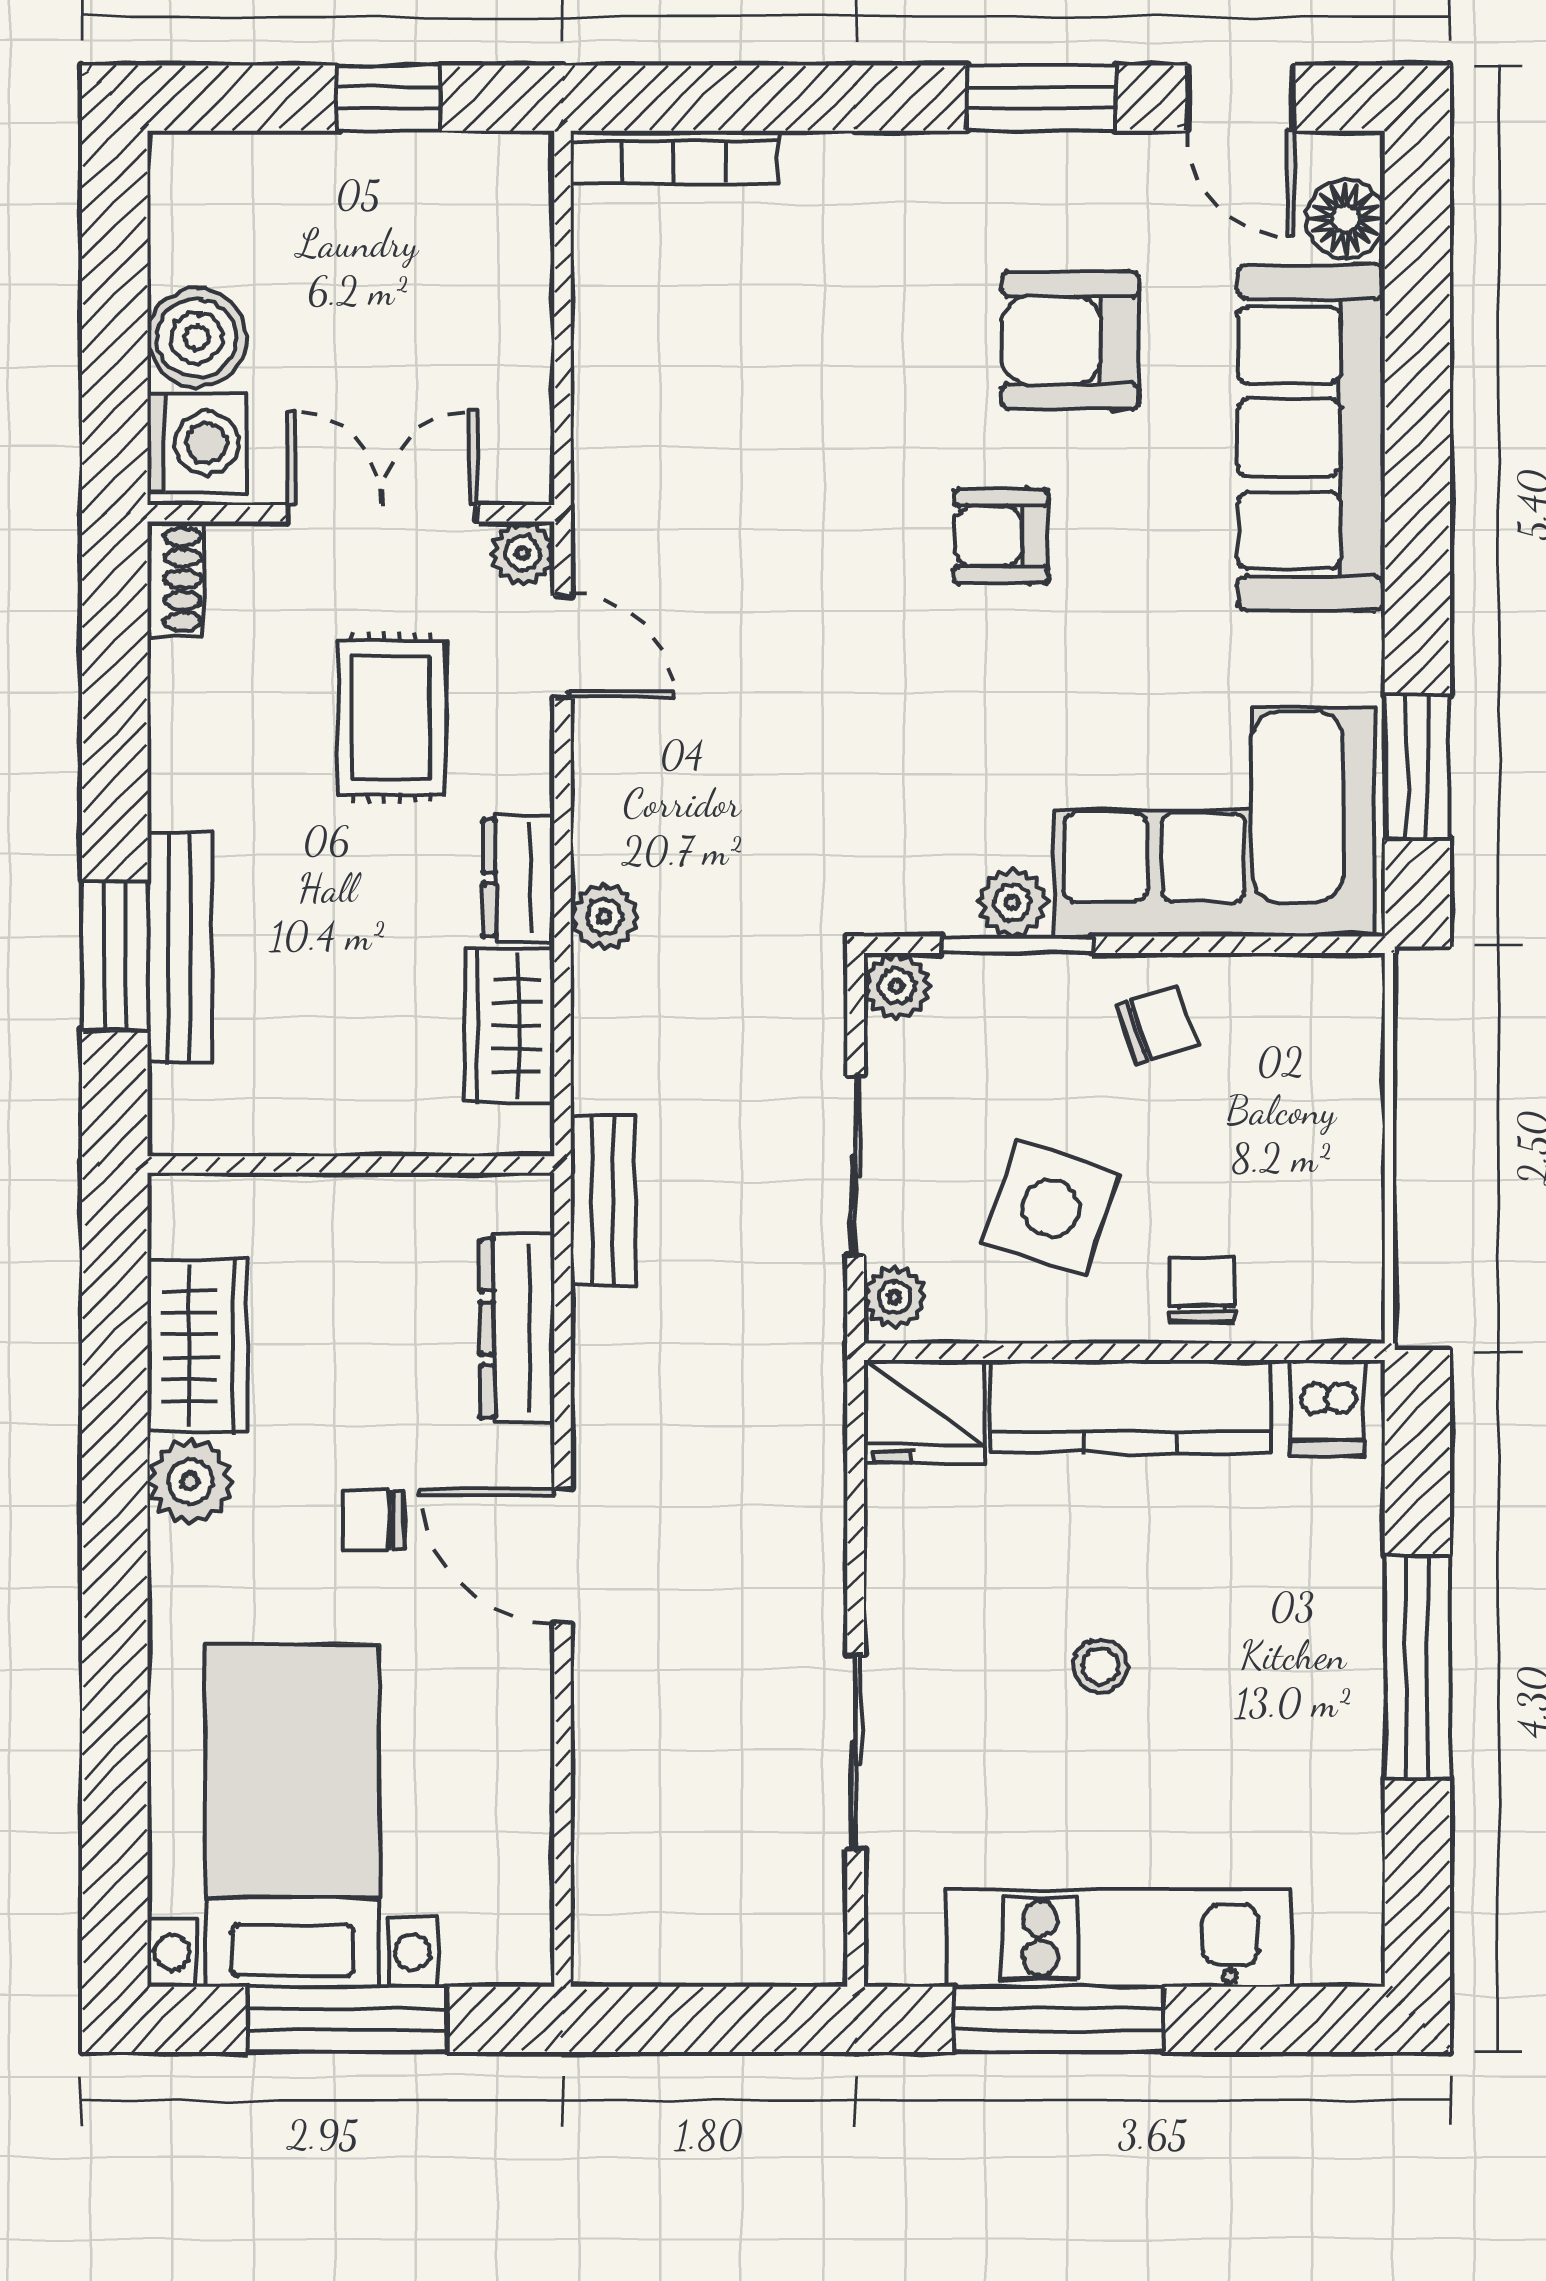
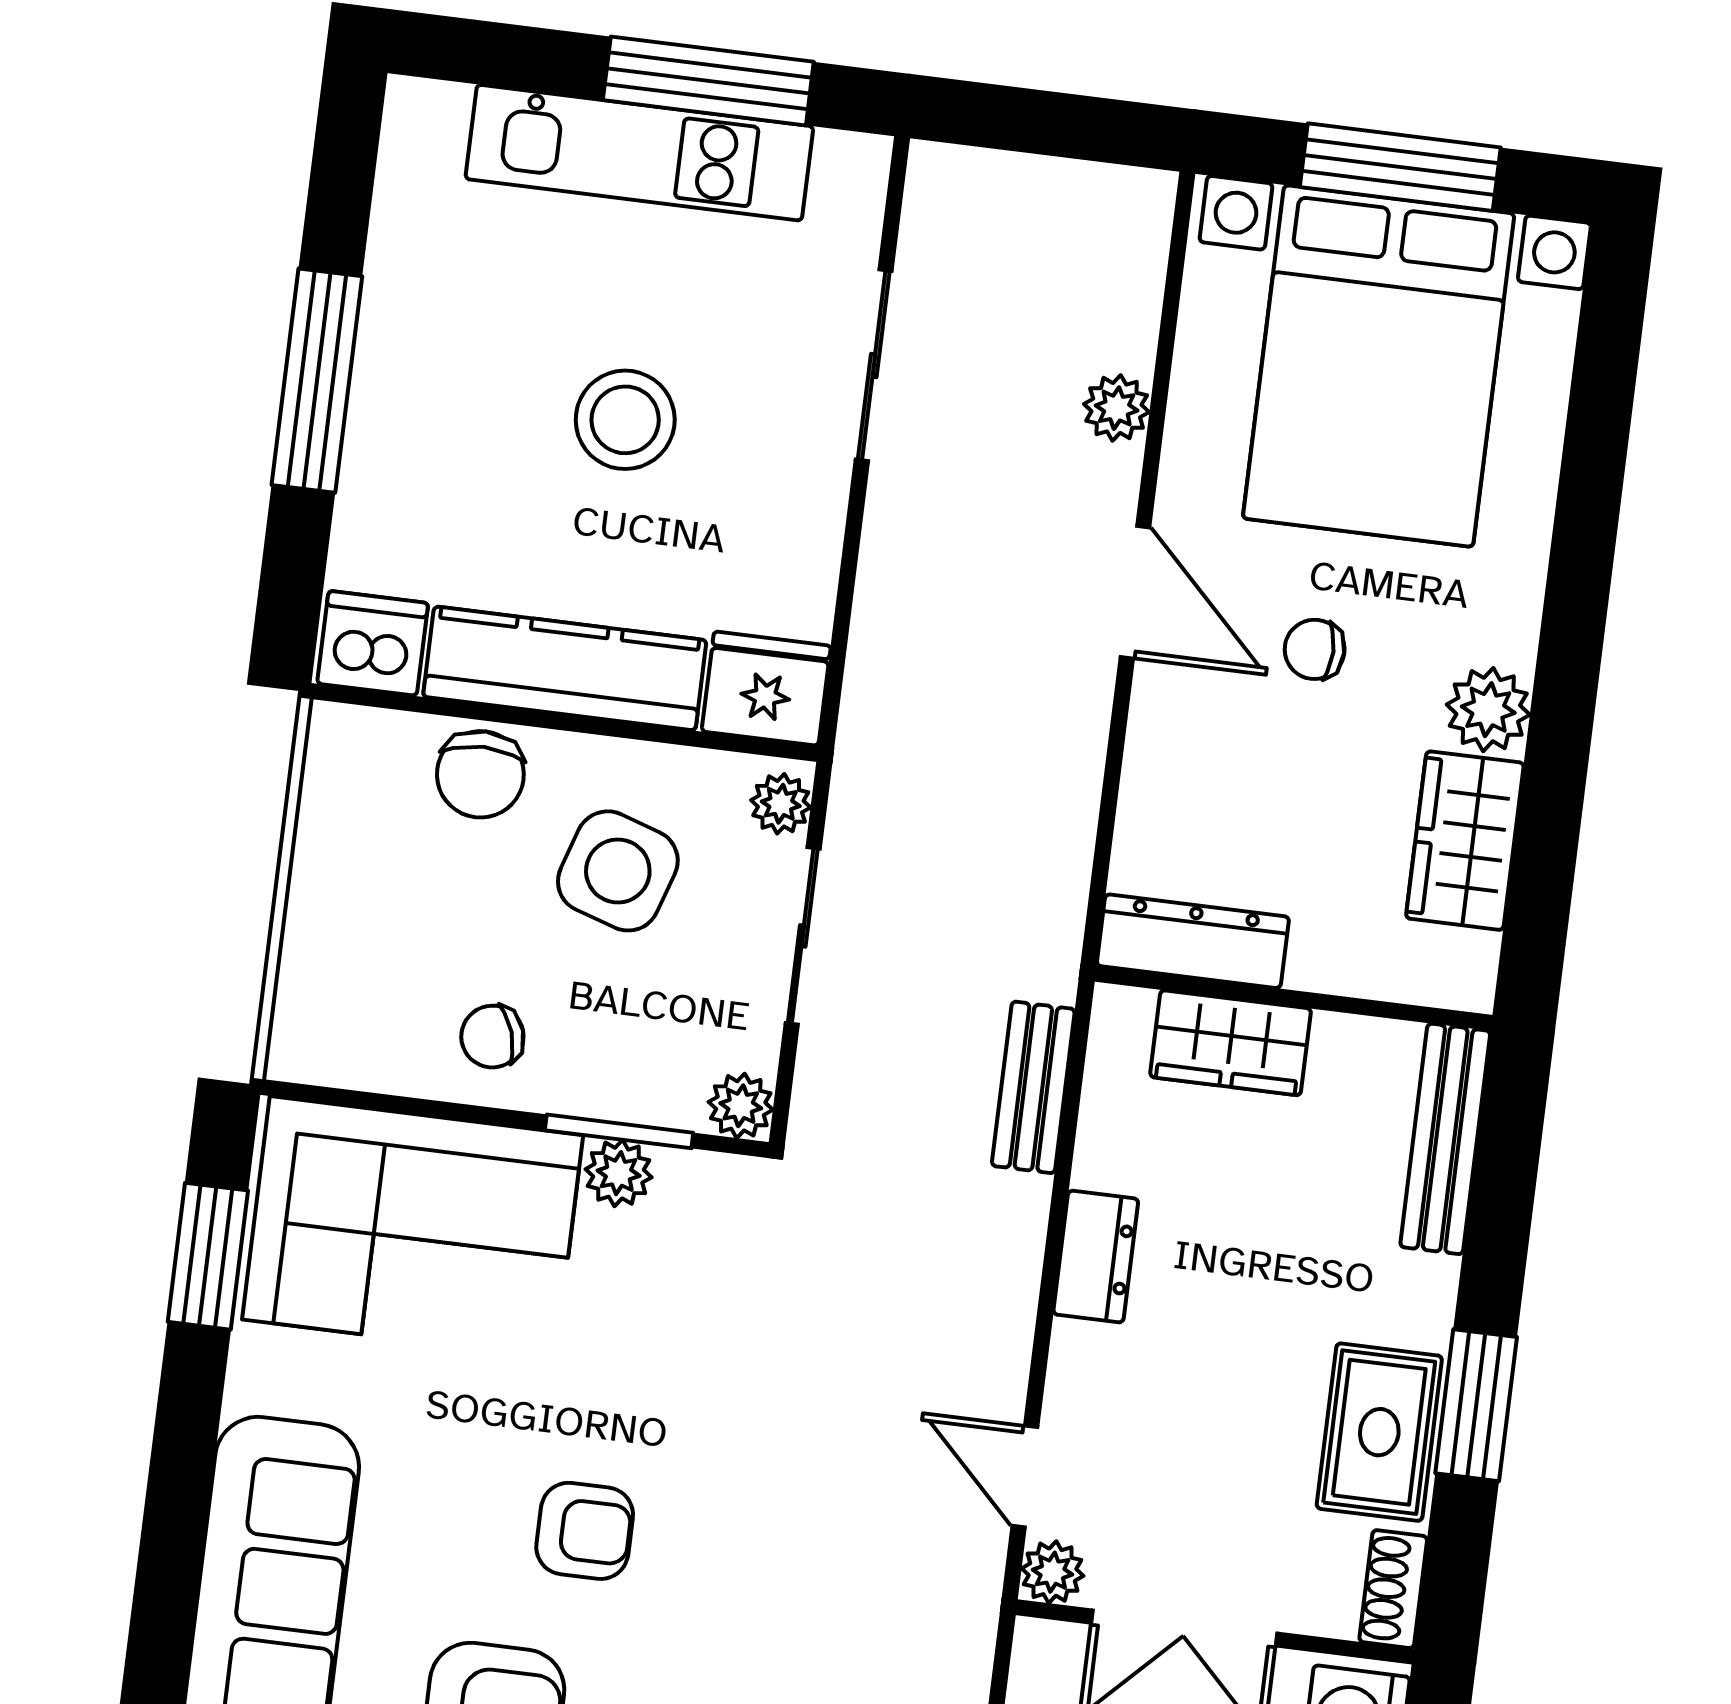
rug: (391, 717) -> (1379, 1432), moved
plant: (604, 917) -> (1117, 408), moved
bench: (180, 948) -> (1445, 1139), moved
window: (115, 956) -> (1476, 1405), moved
wardrobe: (510, 1026) -> (1231, 1043), moved, turned 90
bench: (603, 1201) -> (1033, 1087), moved
chair: (1202, 1289) -> (480, 774), width x1.37, depth x1.37
dresser: (517, 1328) -> (1193, 941), moved, turned -90
dishwasher: (1328, 1408) -> (373, 643), width x1.38
chair: (374, 1520) -> (1315, 649), turned 180
stool: (1100, 1666) -> (625, 420), width x1.89, depth x1.89
bed with nightstands: (292, 1815) -> (1379, 366), width x1.36

